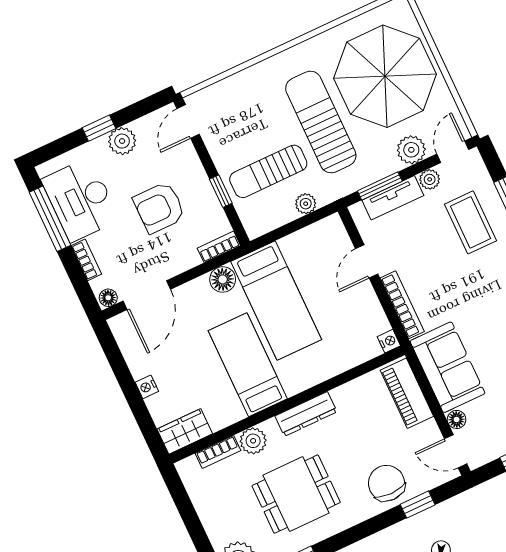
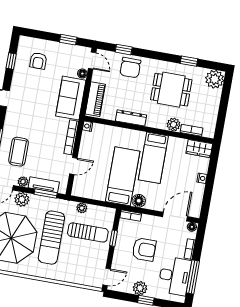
dresser: (306, 414) -> (131, 118), moved

